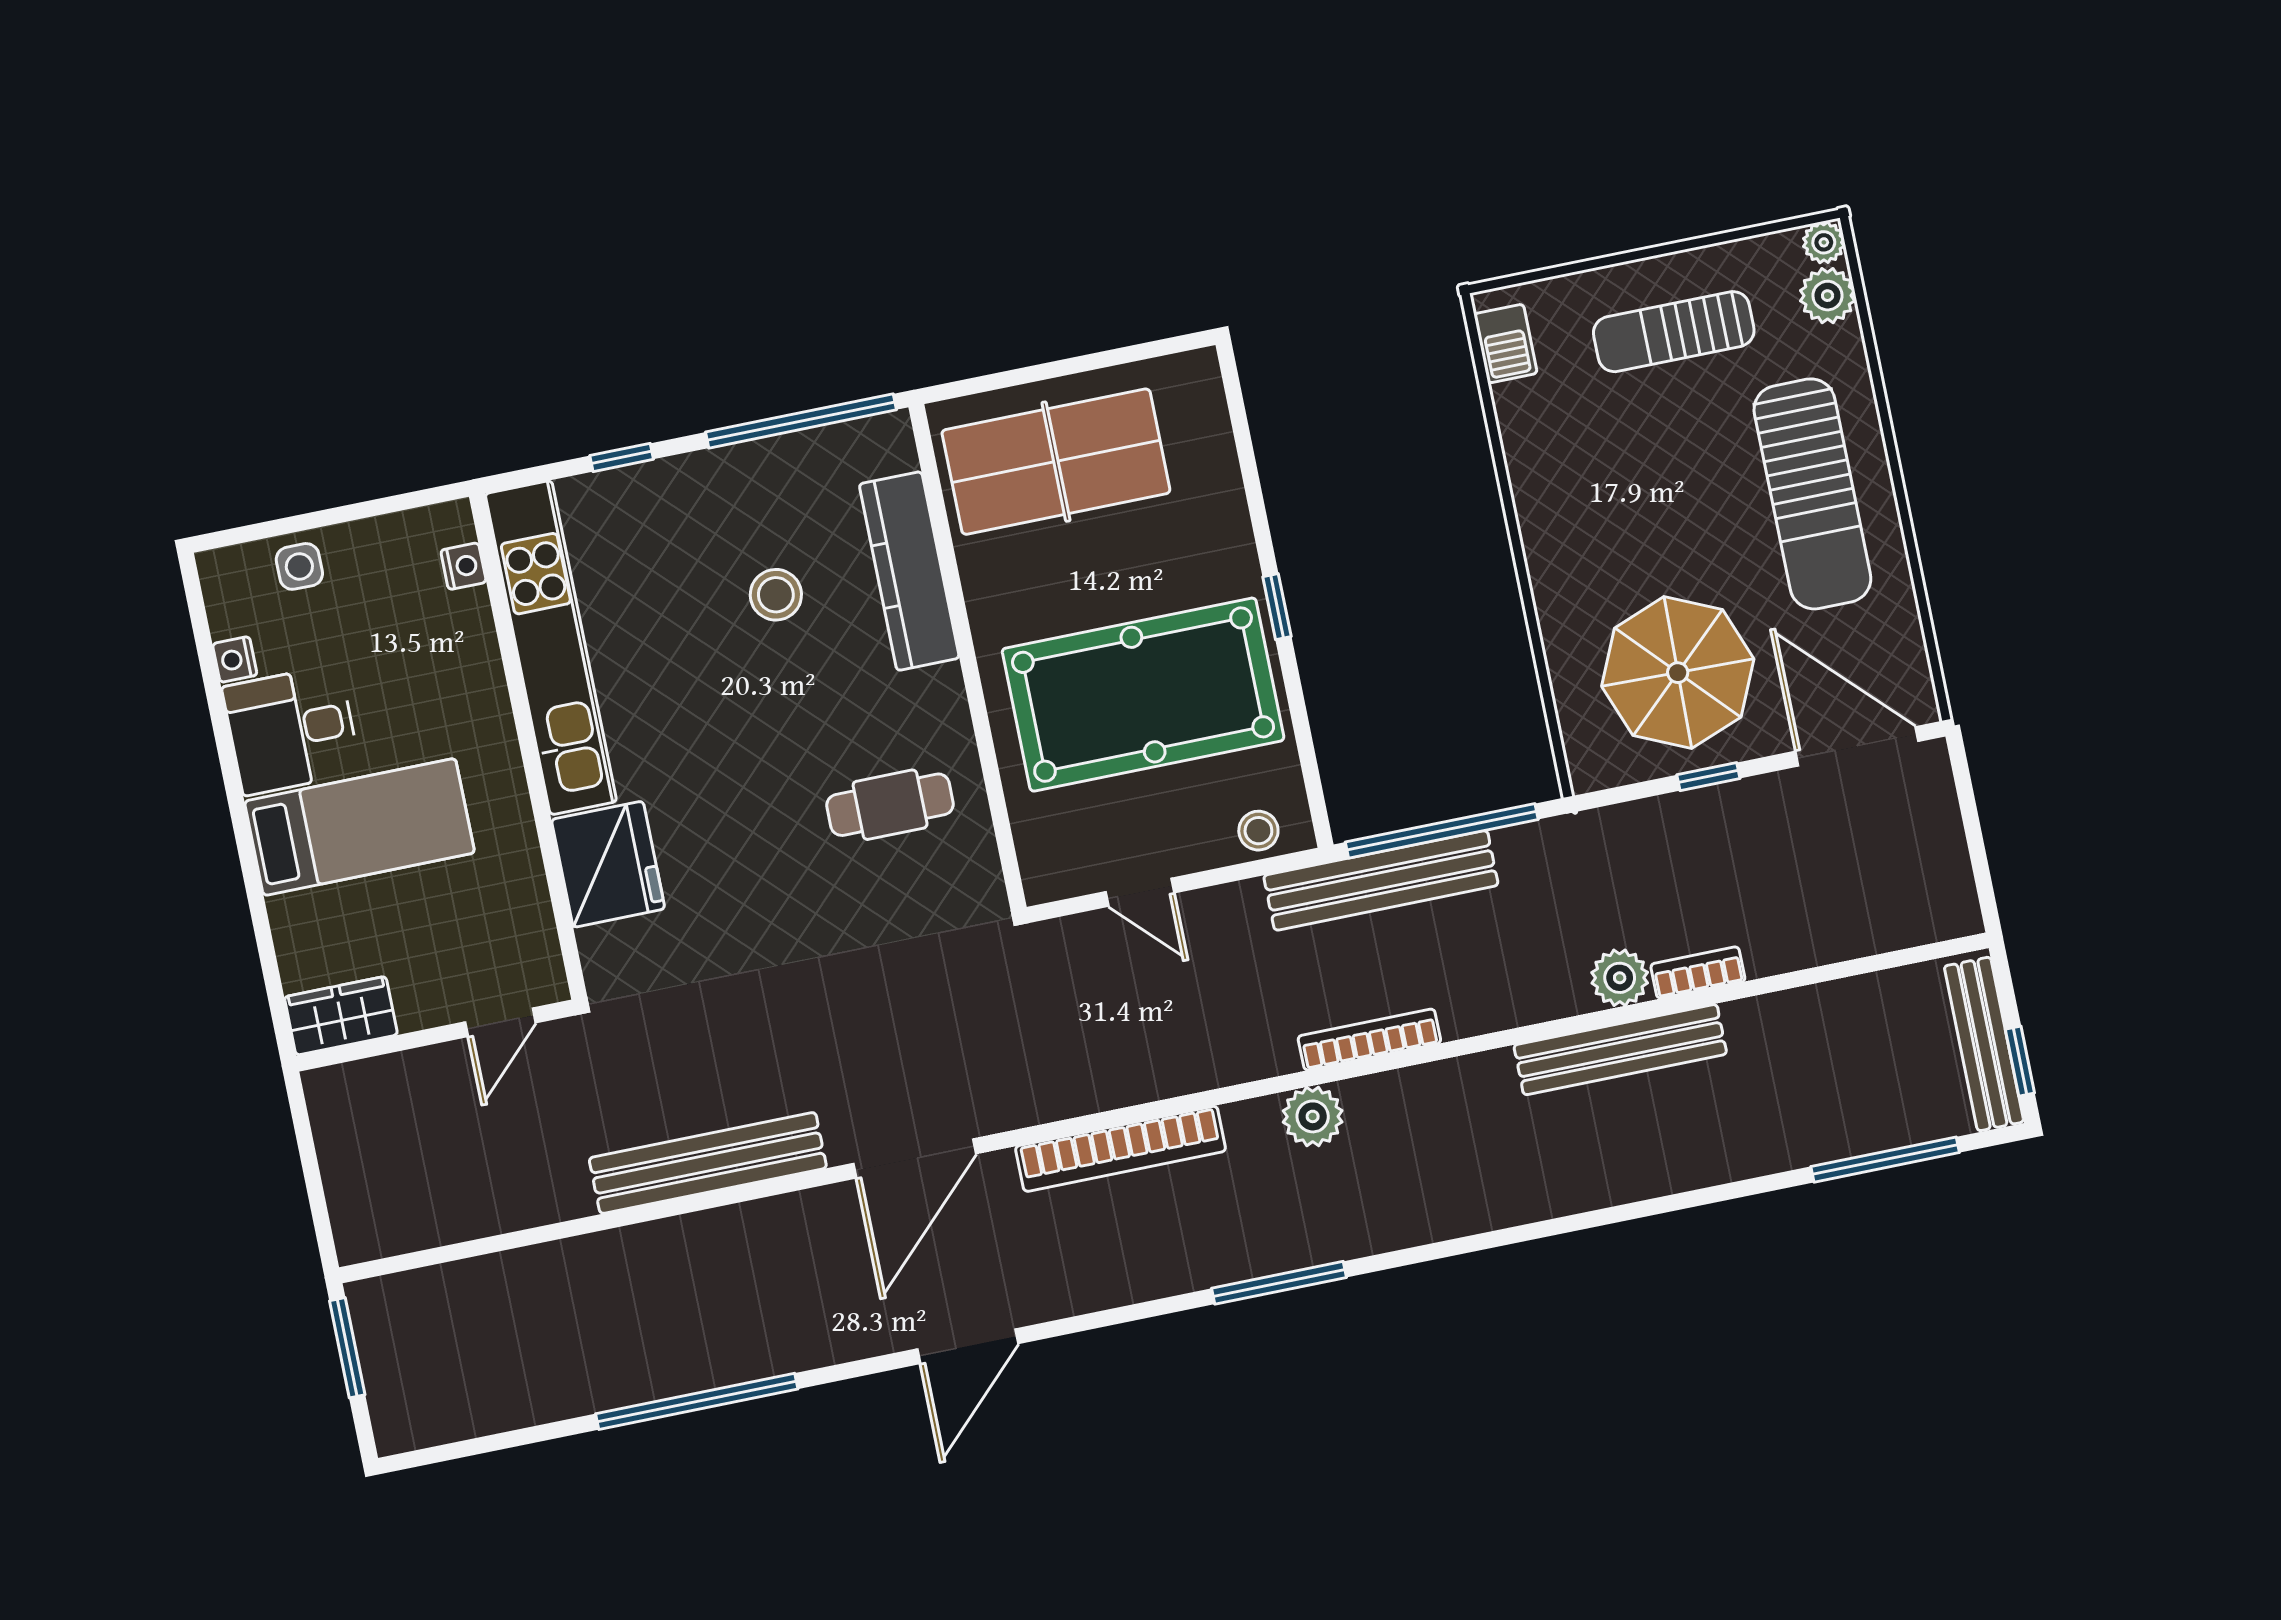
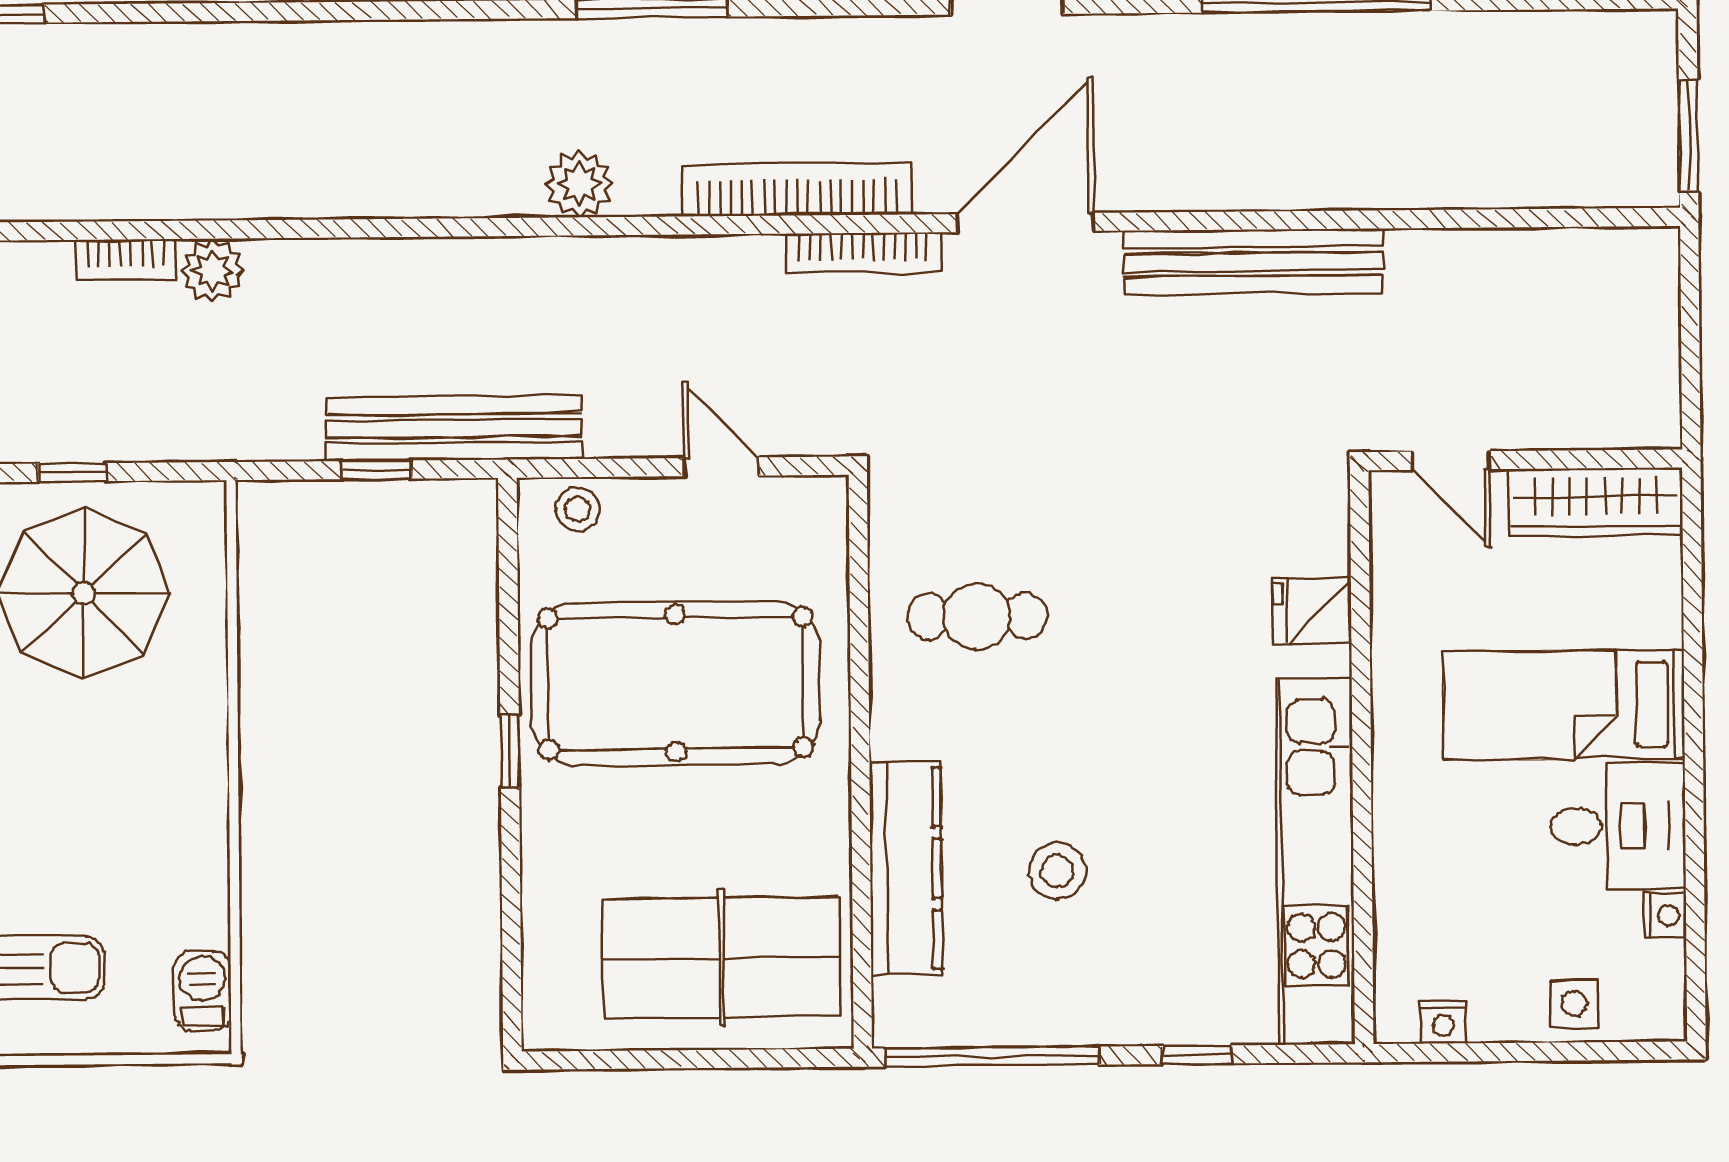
nightstand: (463, 566) -> (1443, 1022), moved, turned -90
window: (1442, 831) -> (377, 470), width x0.32
fridge: (608, 864) -> (1312, 611), width x0.53, depth x0.75
wardrobe: (341, 1016) -> (1596, 502), width x1.50
door: (500, 1022) -> (1451, 460), swing flipped
bookcase: (1369, 1040) -> (863, 253), moved
bench: (1620, 1050) -> (227, 192), removed

